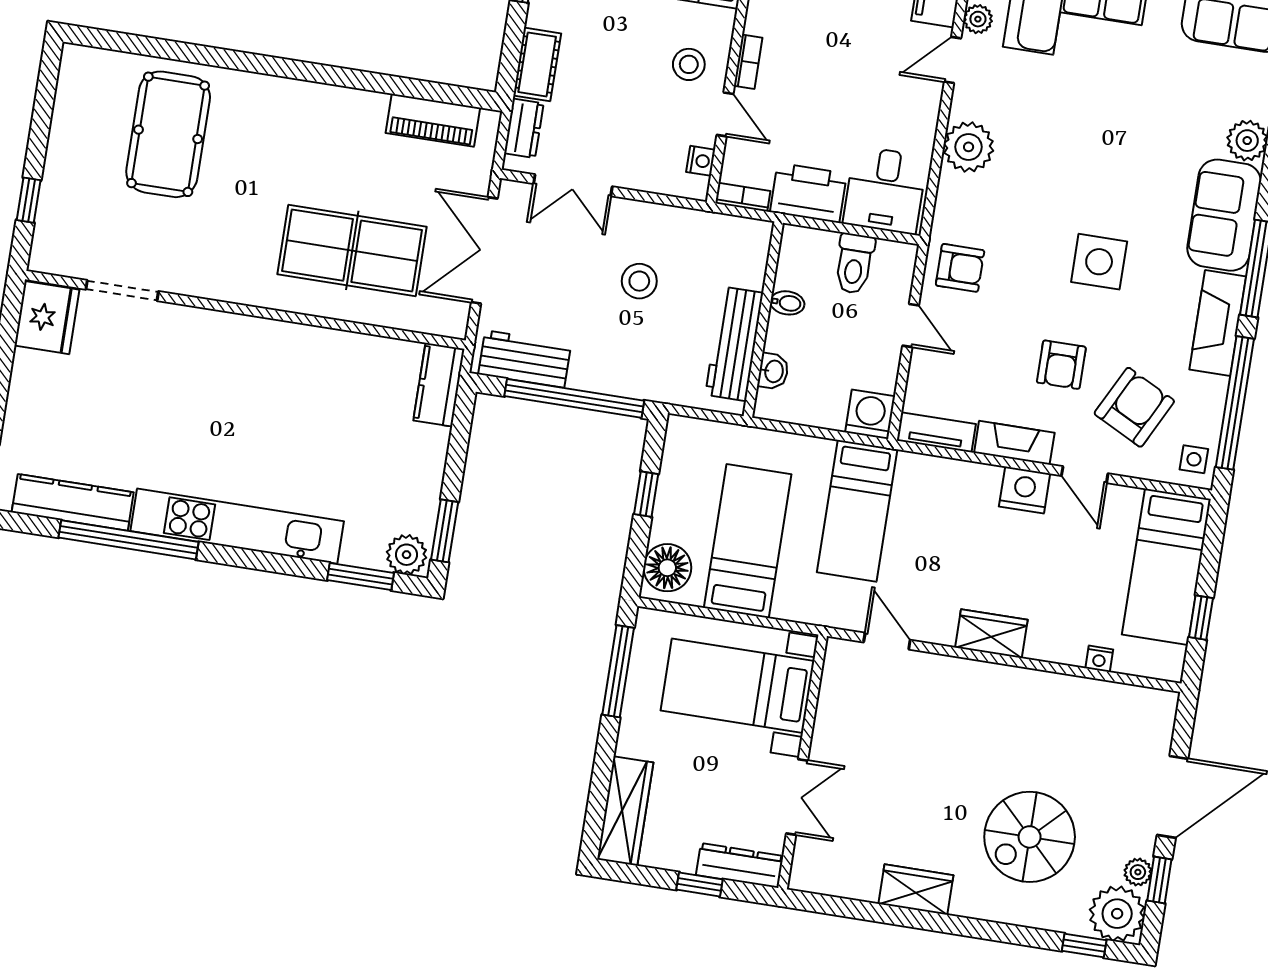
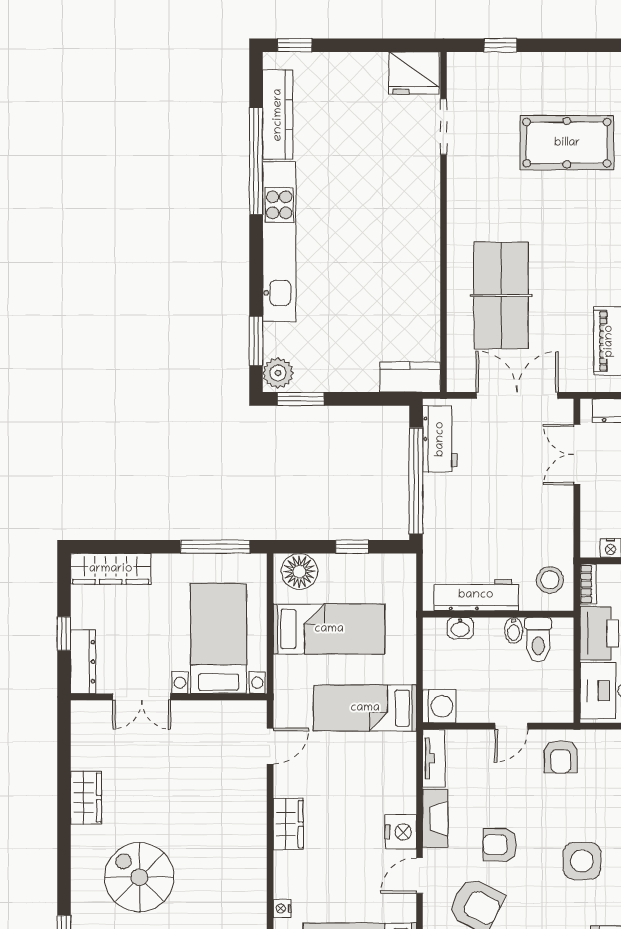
toilet: (854, 264) -> (538, 640), moved, turned -90
stool: (639, 281) -> (550, 580), moved

